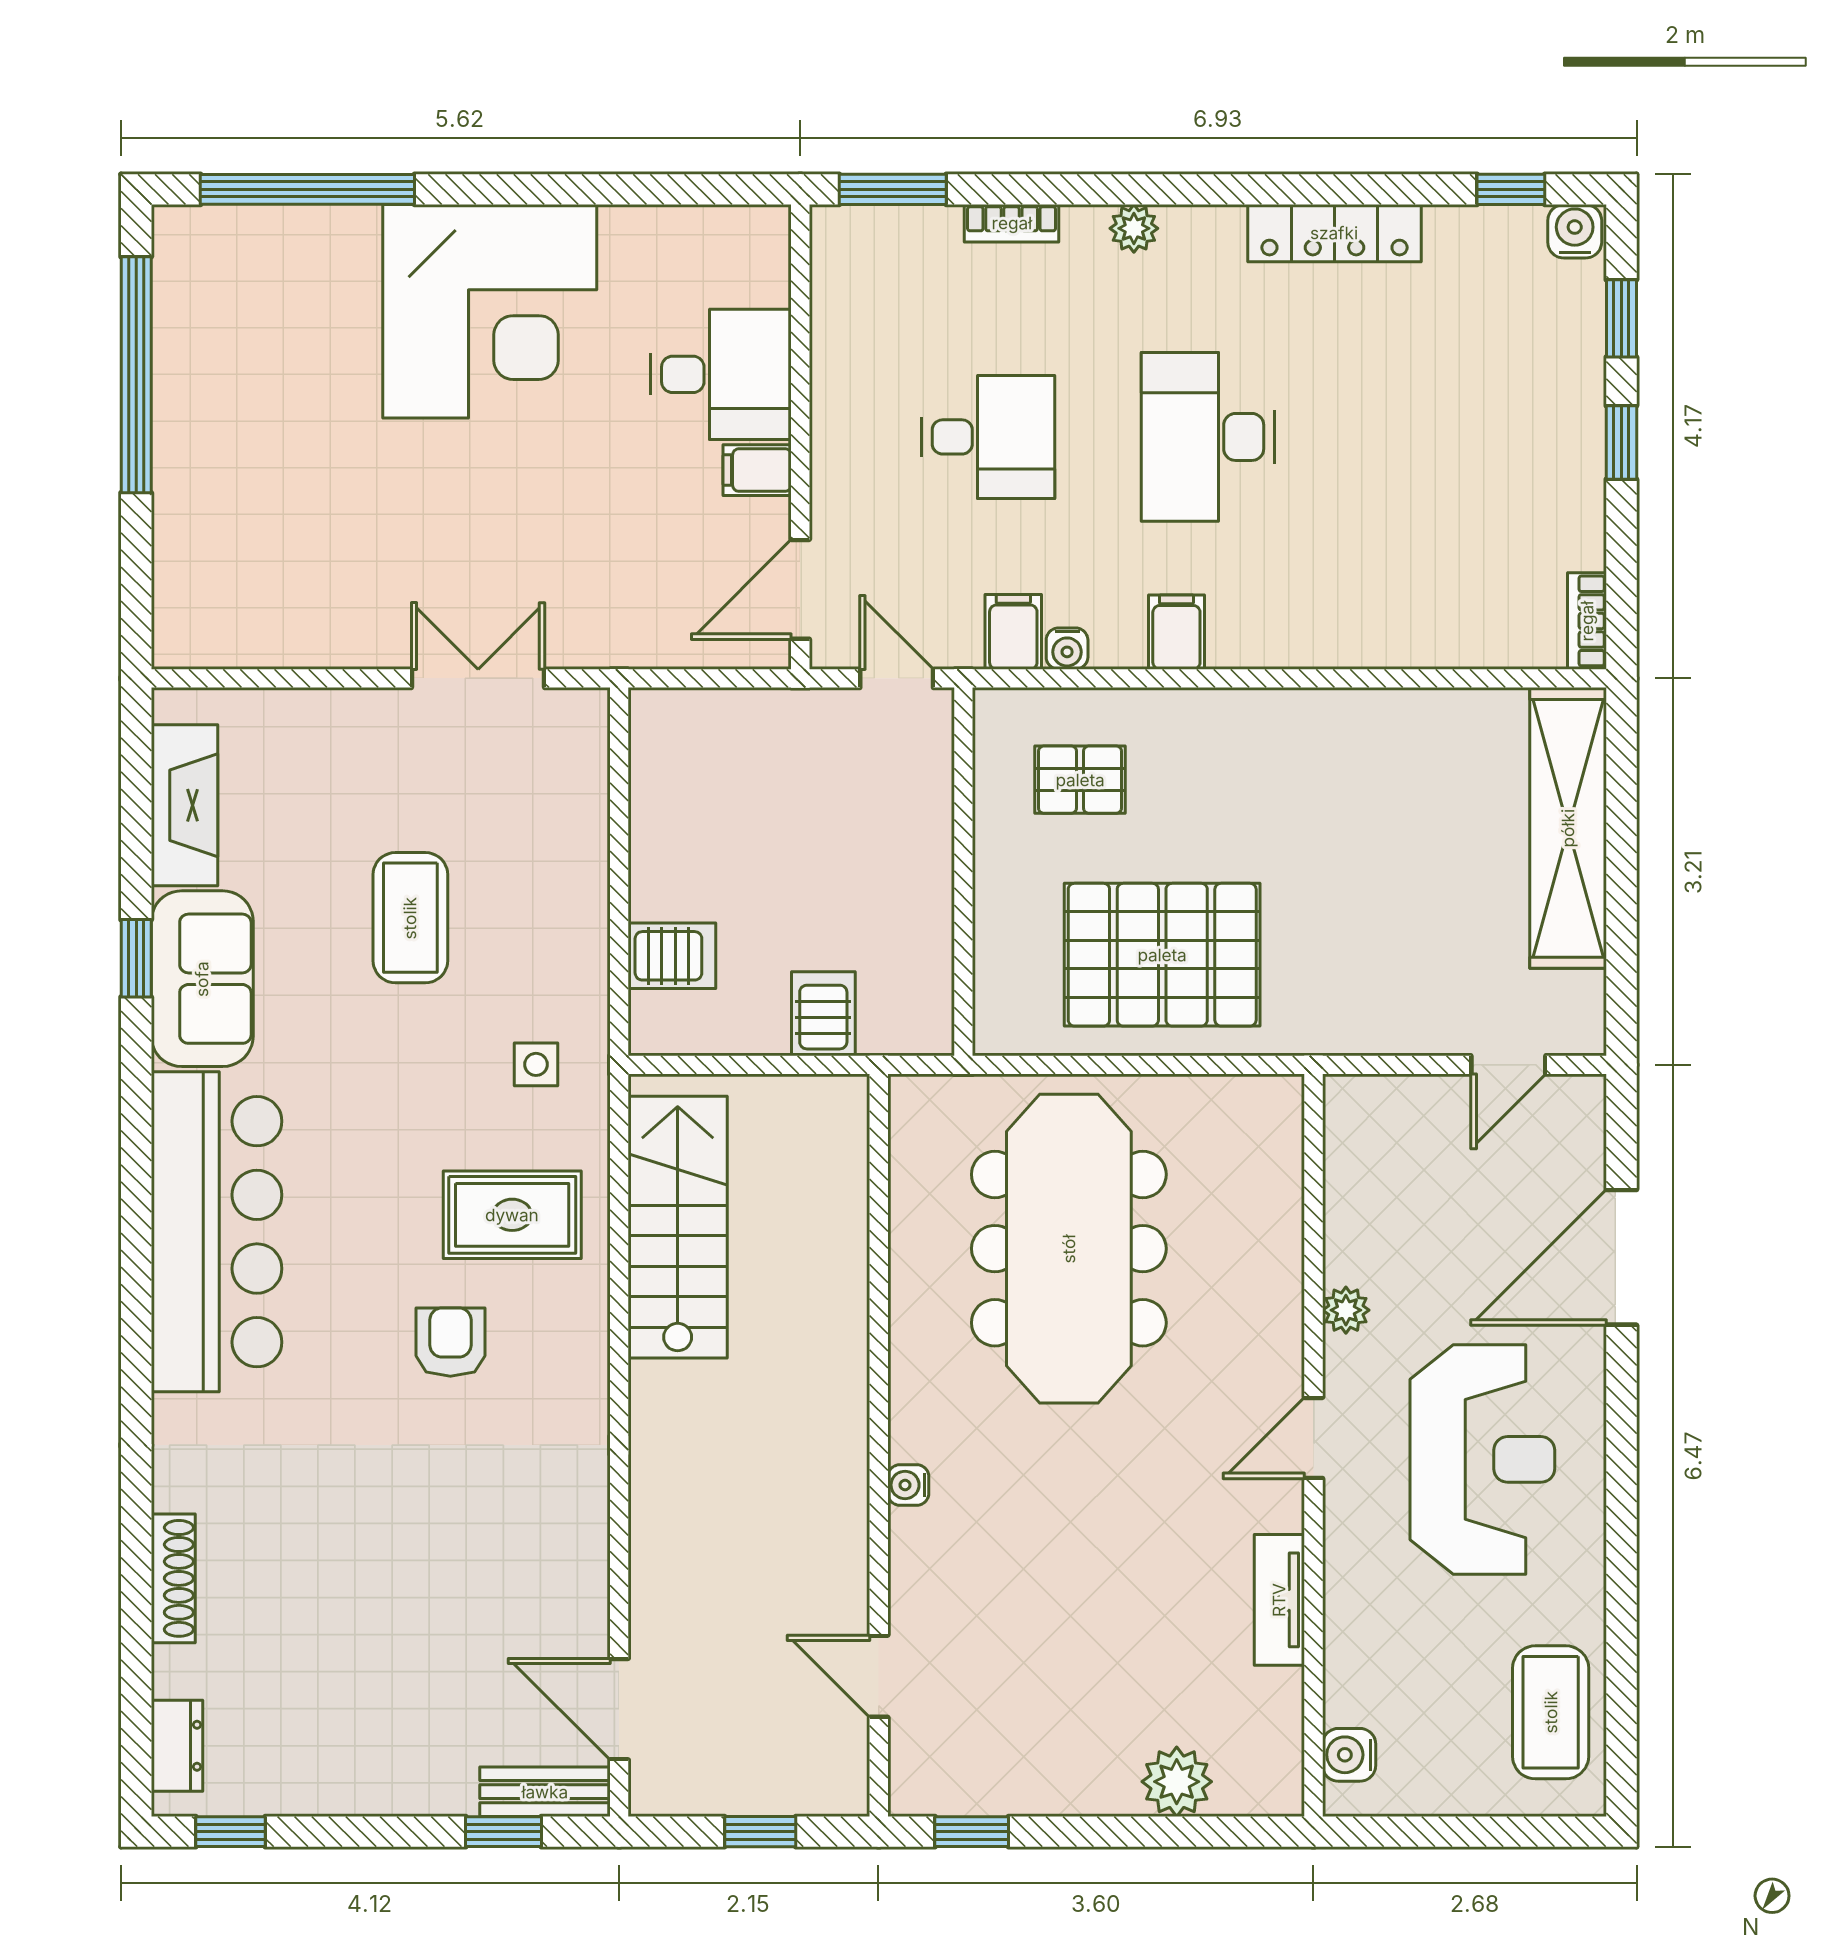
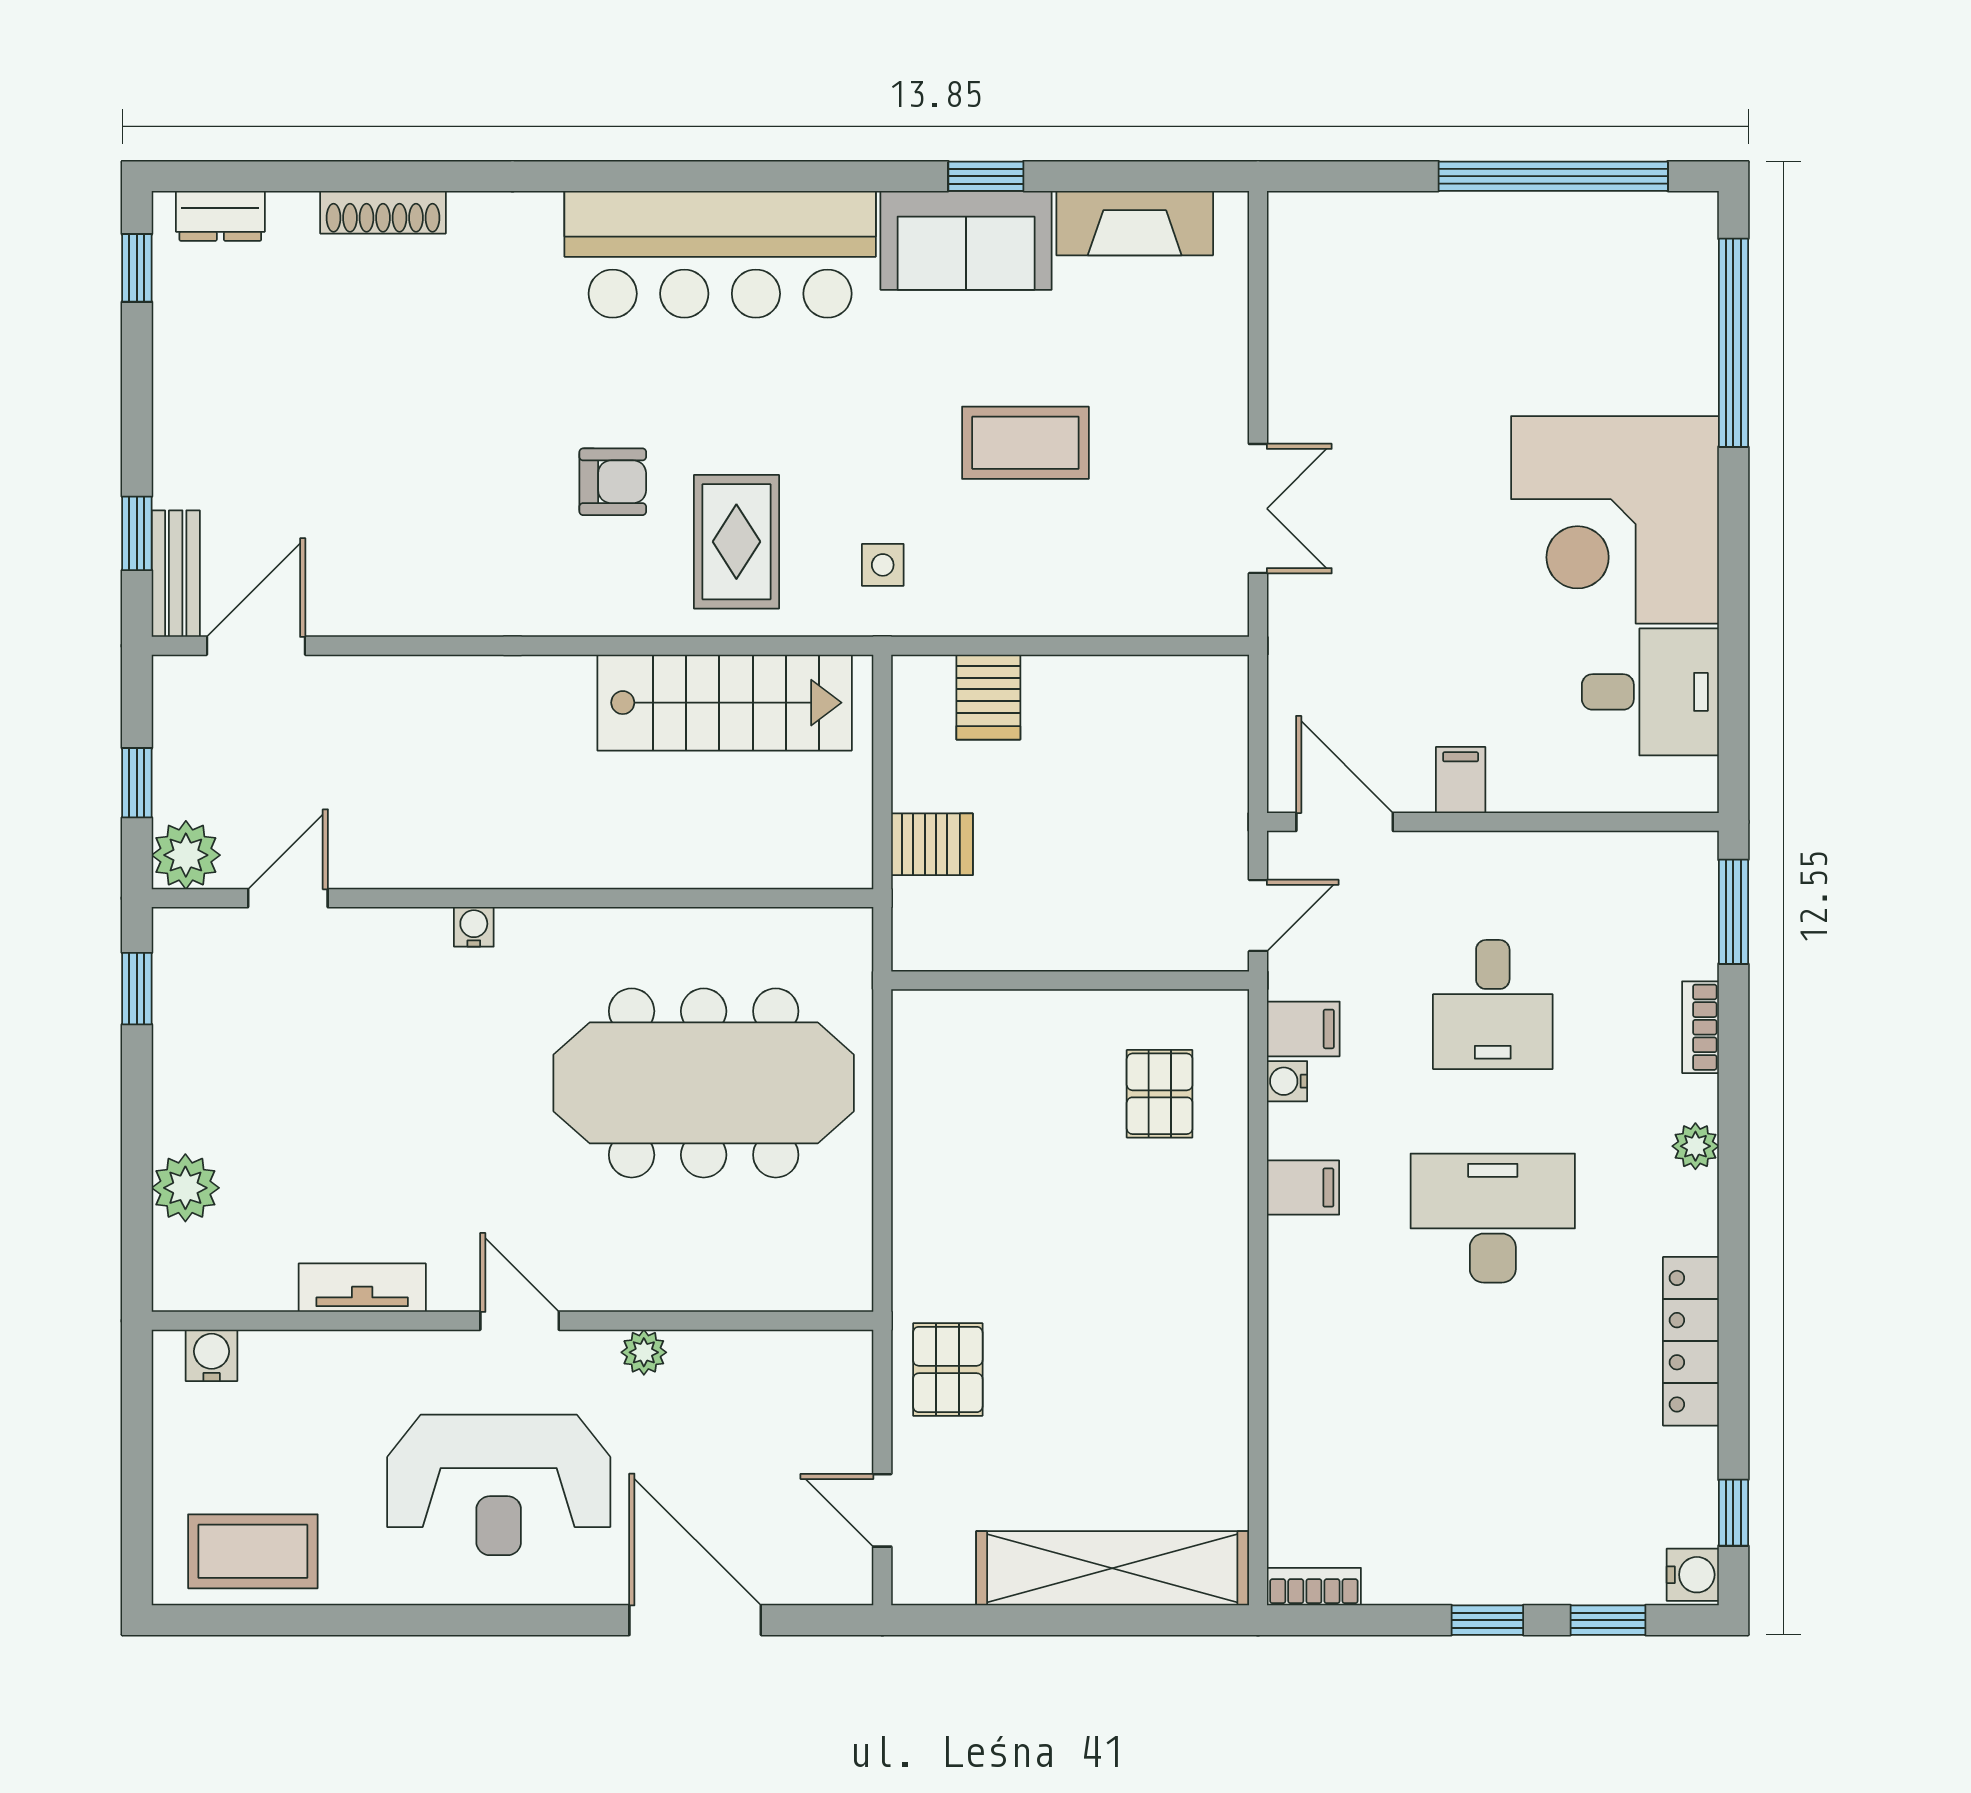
desk: (721, 374) -> (1650, 692), moved, turned -90
pallet: (1162, 955) -> (948, 1369), moved, width x0.49, depth x0.50
plant: (834, 1781) -> (186, 855), added

